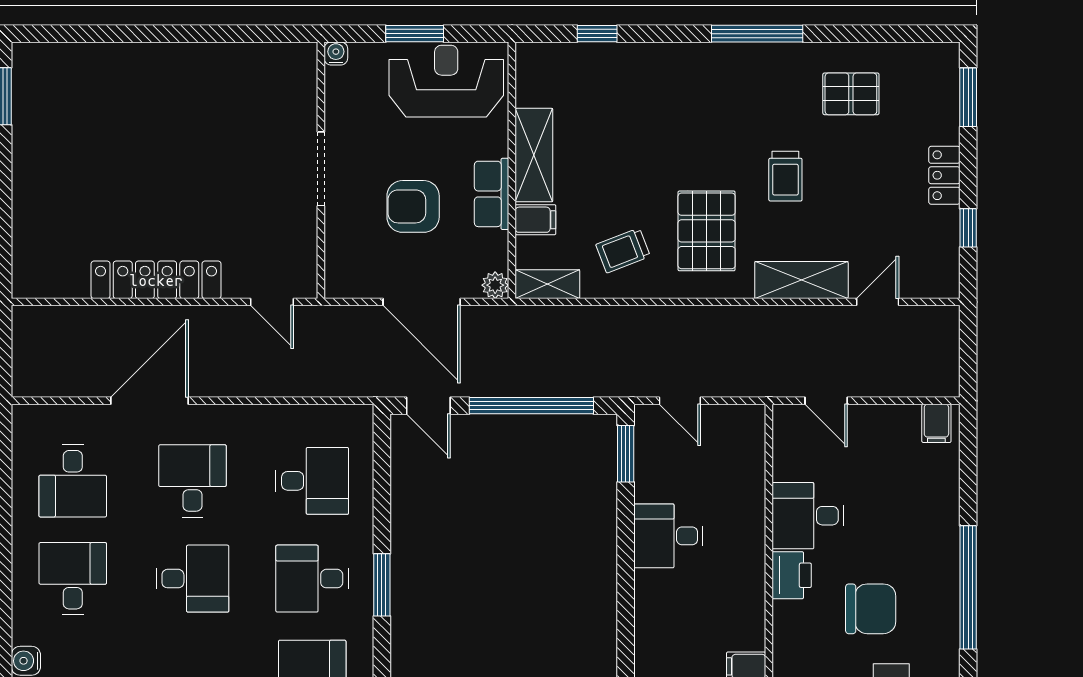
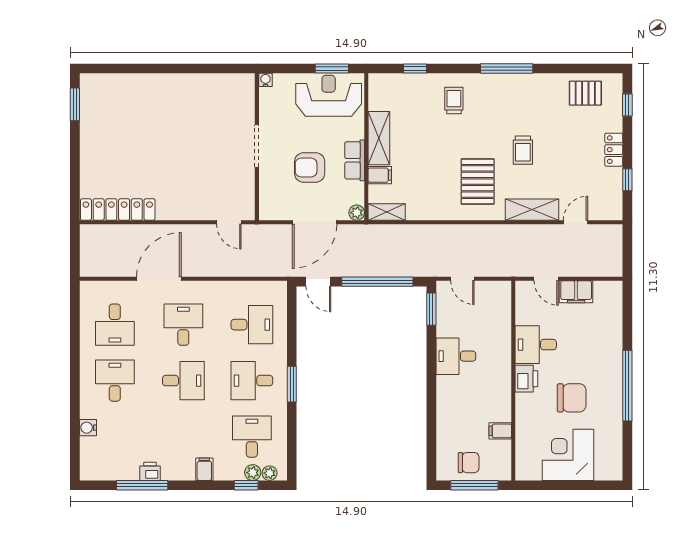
window: (415, 34) -> (332, 68), moved
pallet: (851, 94) -> (585, 93), moved
window: (968, 97) -> (627, 105), width x0.67
trolley: (623, 250) -> (454, 100), moved, turned 111
locker: (156, 280) -> (118, 210), moved
door: (422, 302) -> (315, 222), hinge flipped
filing cabinet: (936, 423) -> (576, 292), moved, width x2.00

